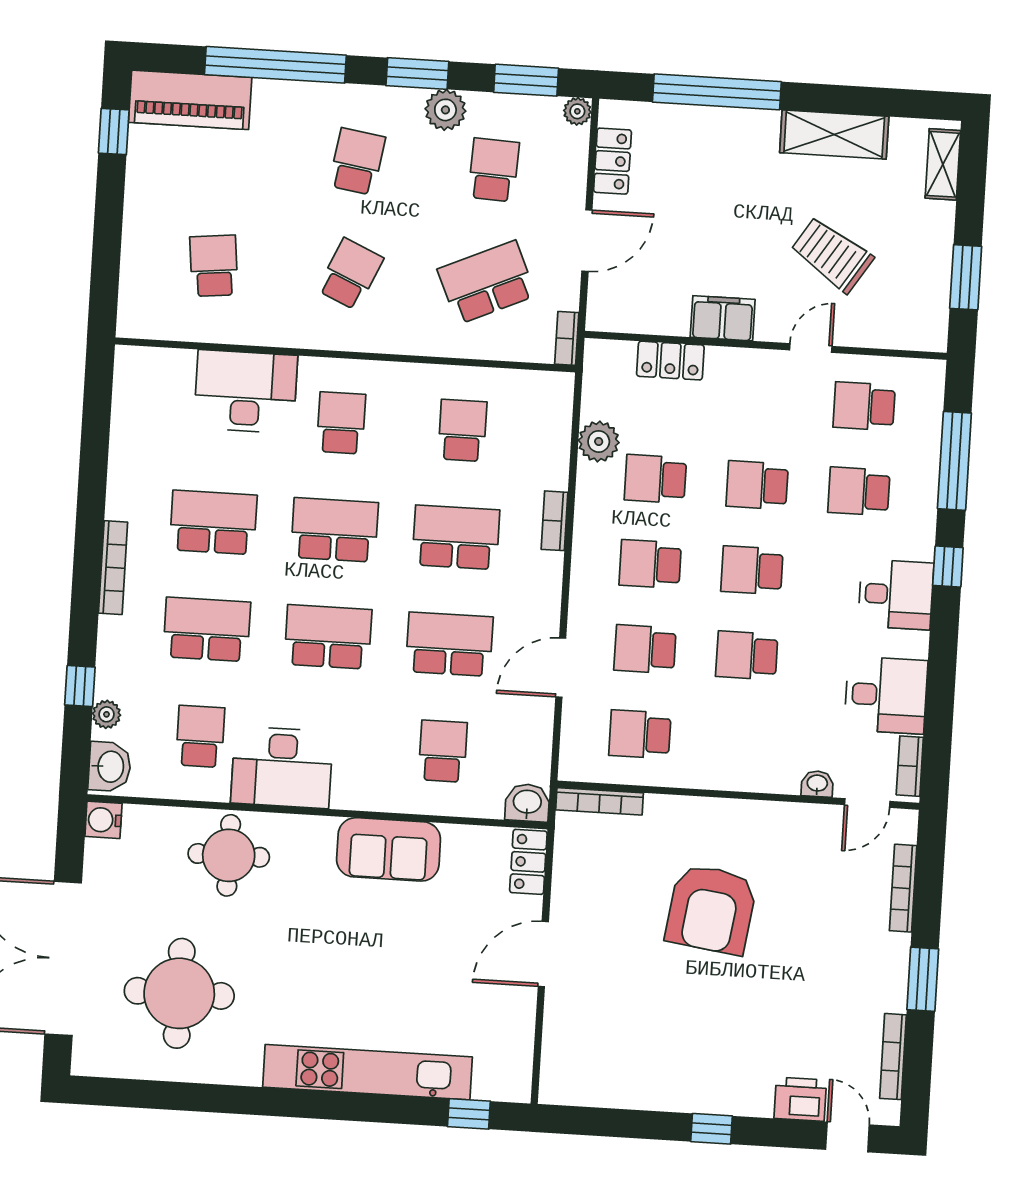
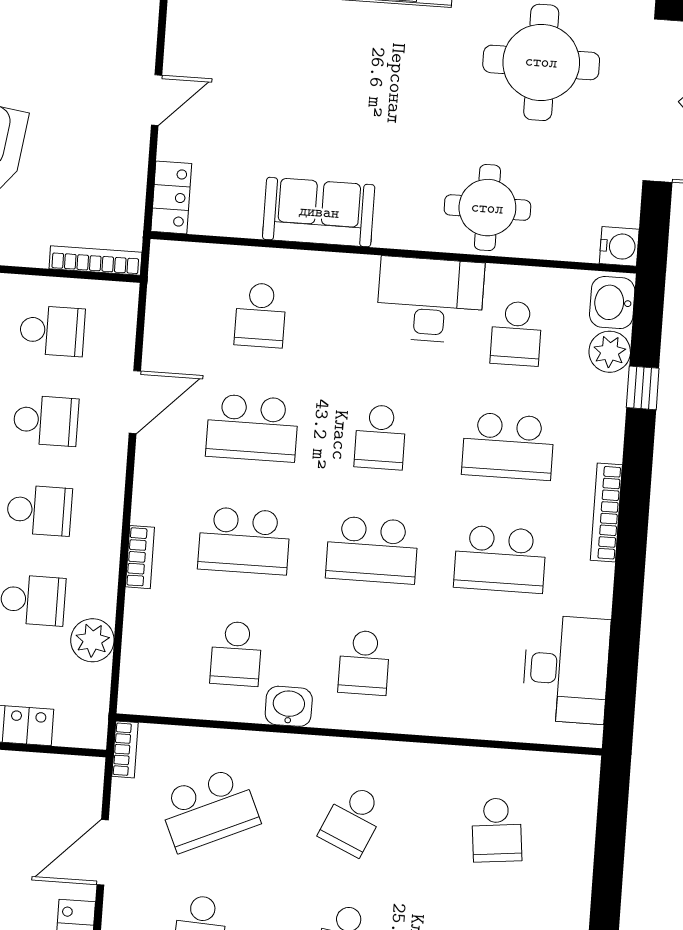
desk: (246, 392) -> (566, 669), moved, turned -90
school desk: (328, 637) -> (380, 437), width x0.54
plant: (106, 714) -> (610, 352), width x1.38, depth x1.38
washbasin: (527, 803) -> (289, 706), moved, turned 180
door: (543, 954) -> (157, 100), width x0.73

